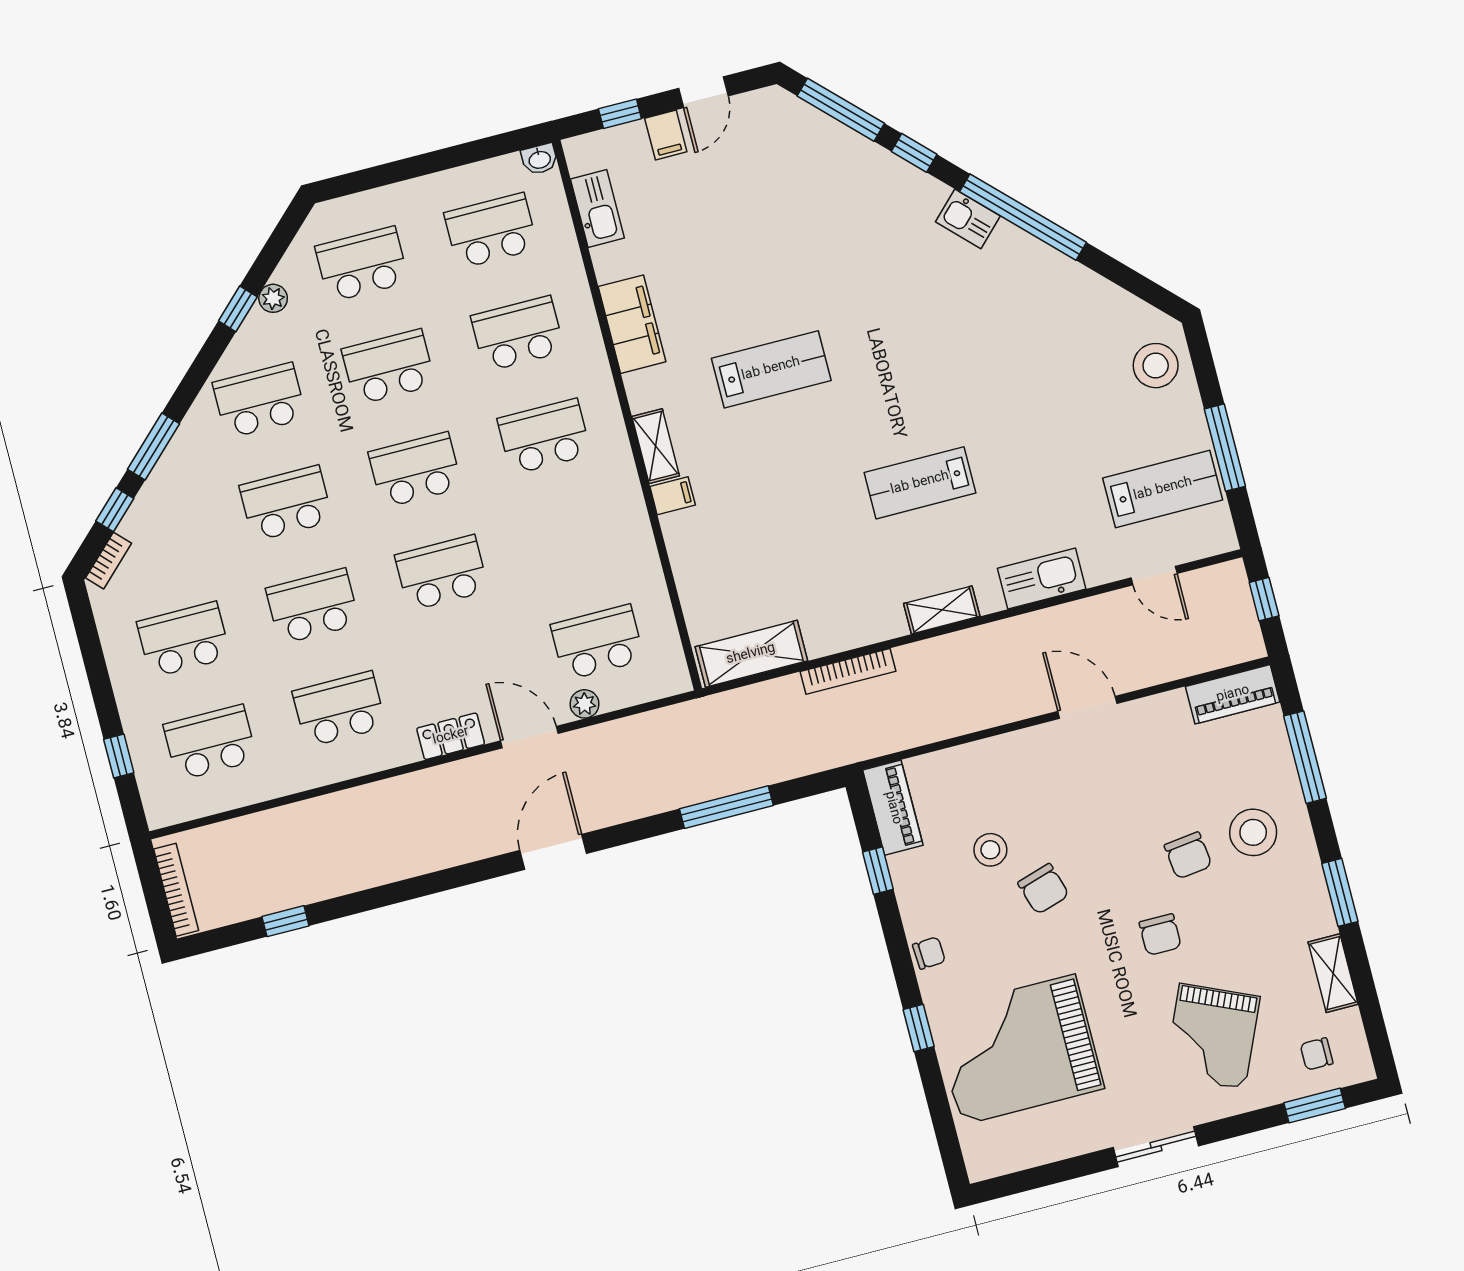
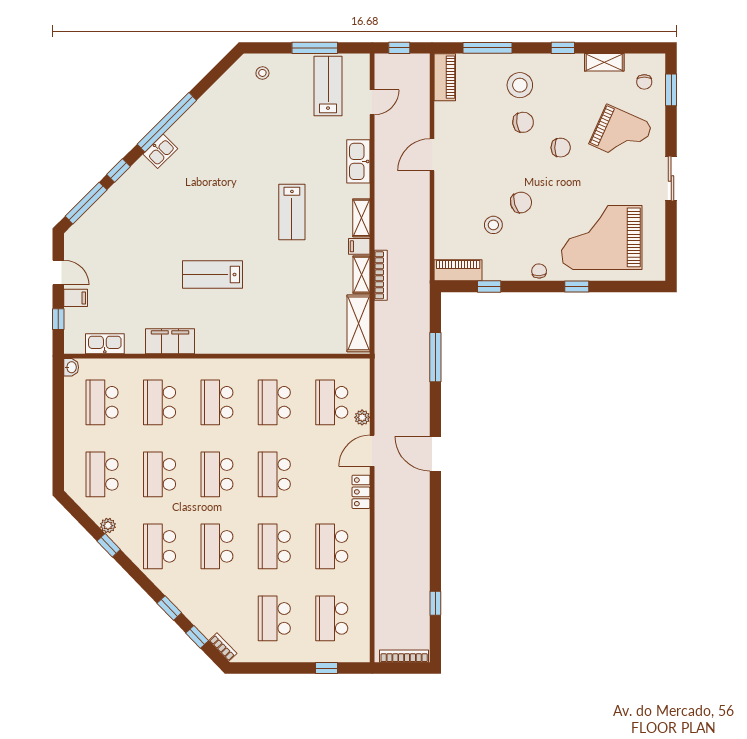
stool: (1156, 366) -> (262, 73), width x0.53, depth x0.53
lab bench: (771, 369) -> (212, 275), turned -90
shelving: (656, 446) -> (361, 275), moved, turned 90
window: (154, 447) -> (169, 608), width x0.67
filing cabinet: (673, 496) -> (359, 246), moved, turned -90
school desk: (571, 539) -> (274, 402), added
window: (1340, 892) -> (563, 48), width x0.67
grand piano: (1018, 1050) -> (602, 237), turned 90

